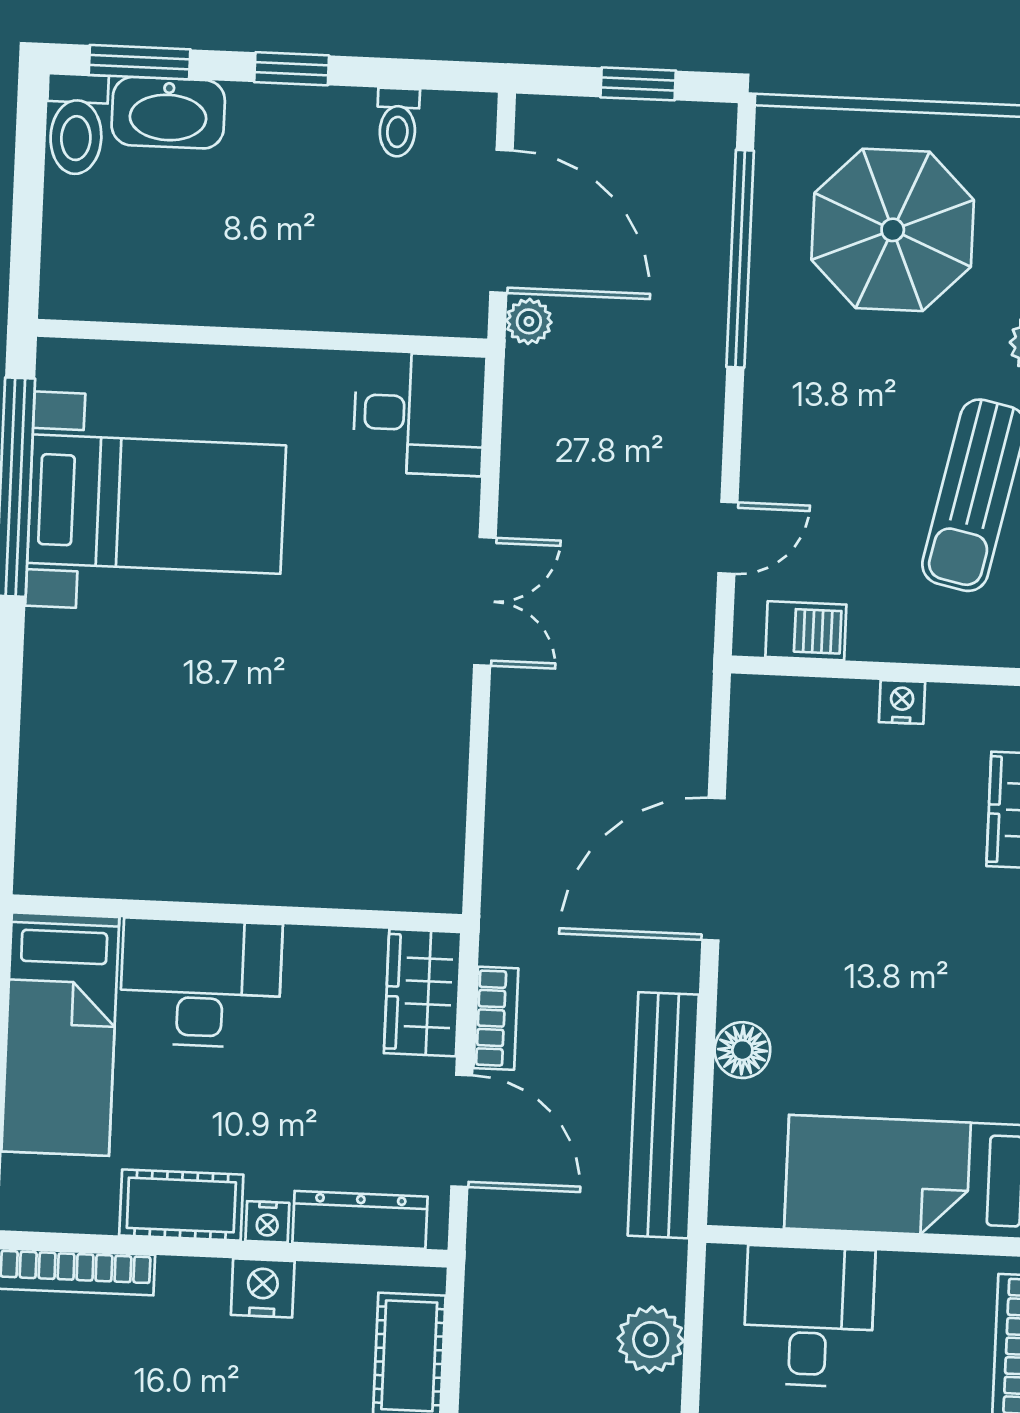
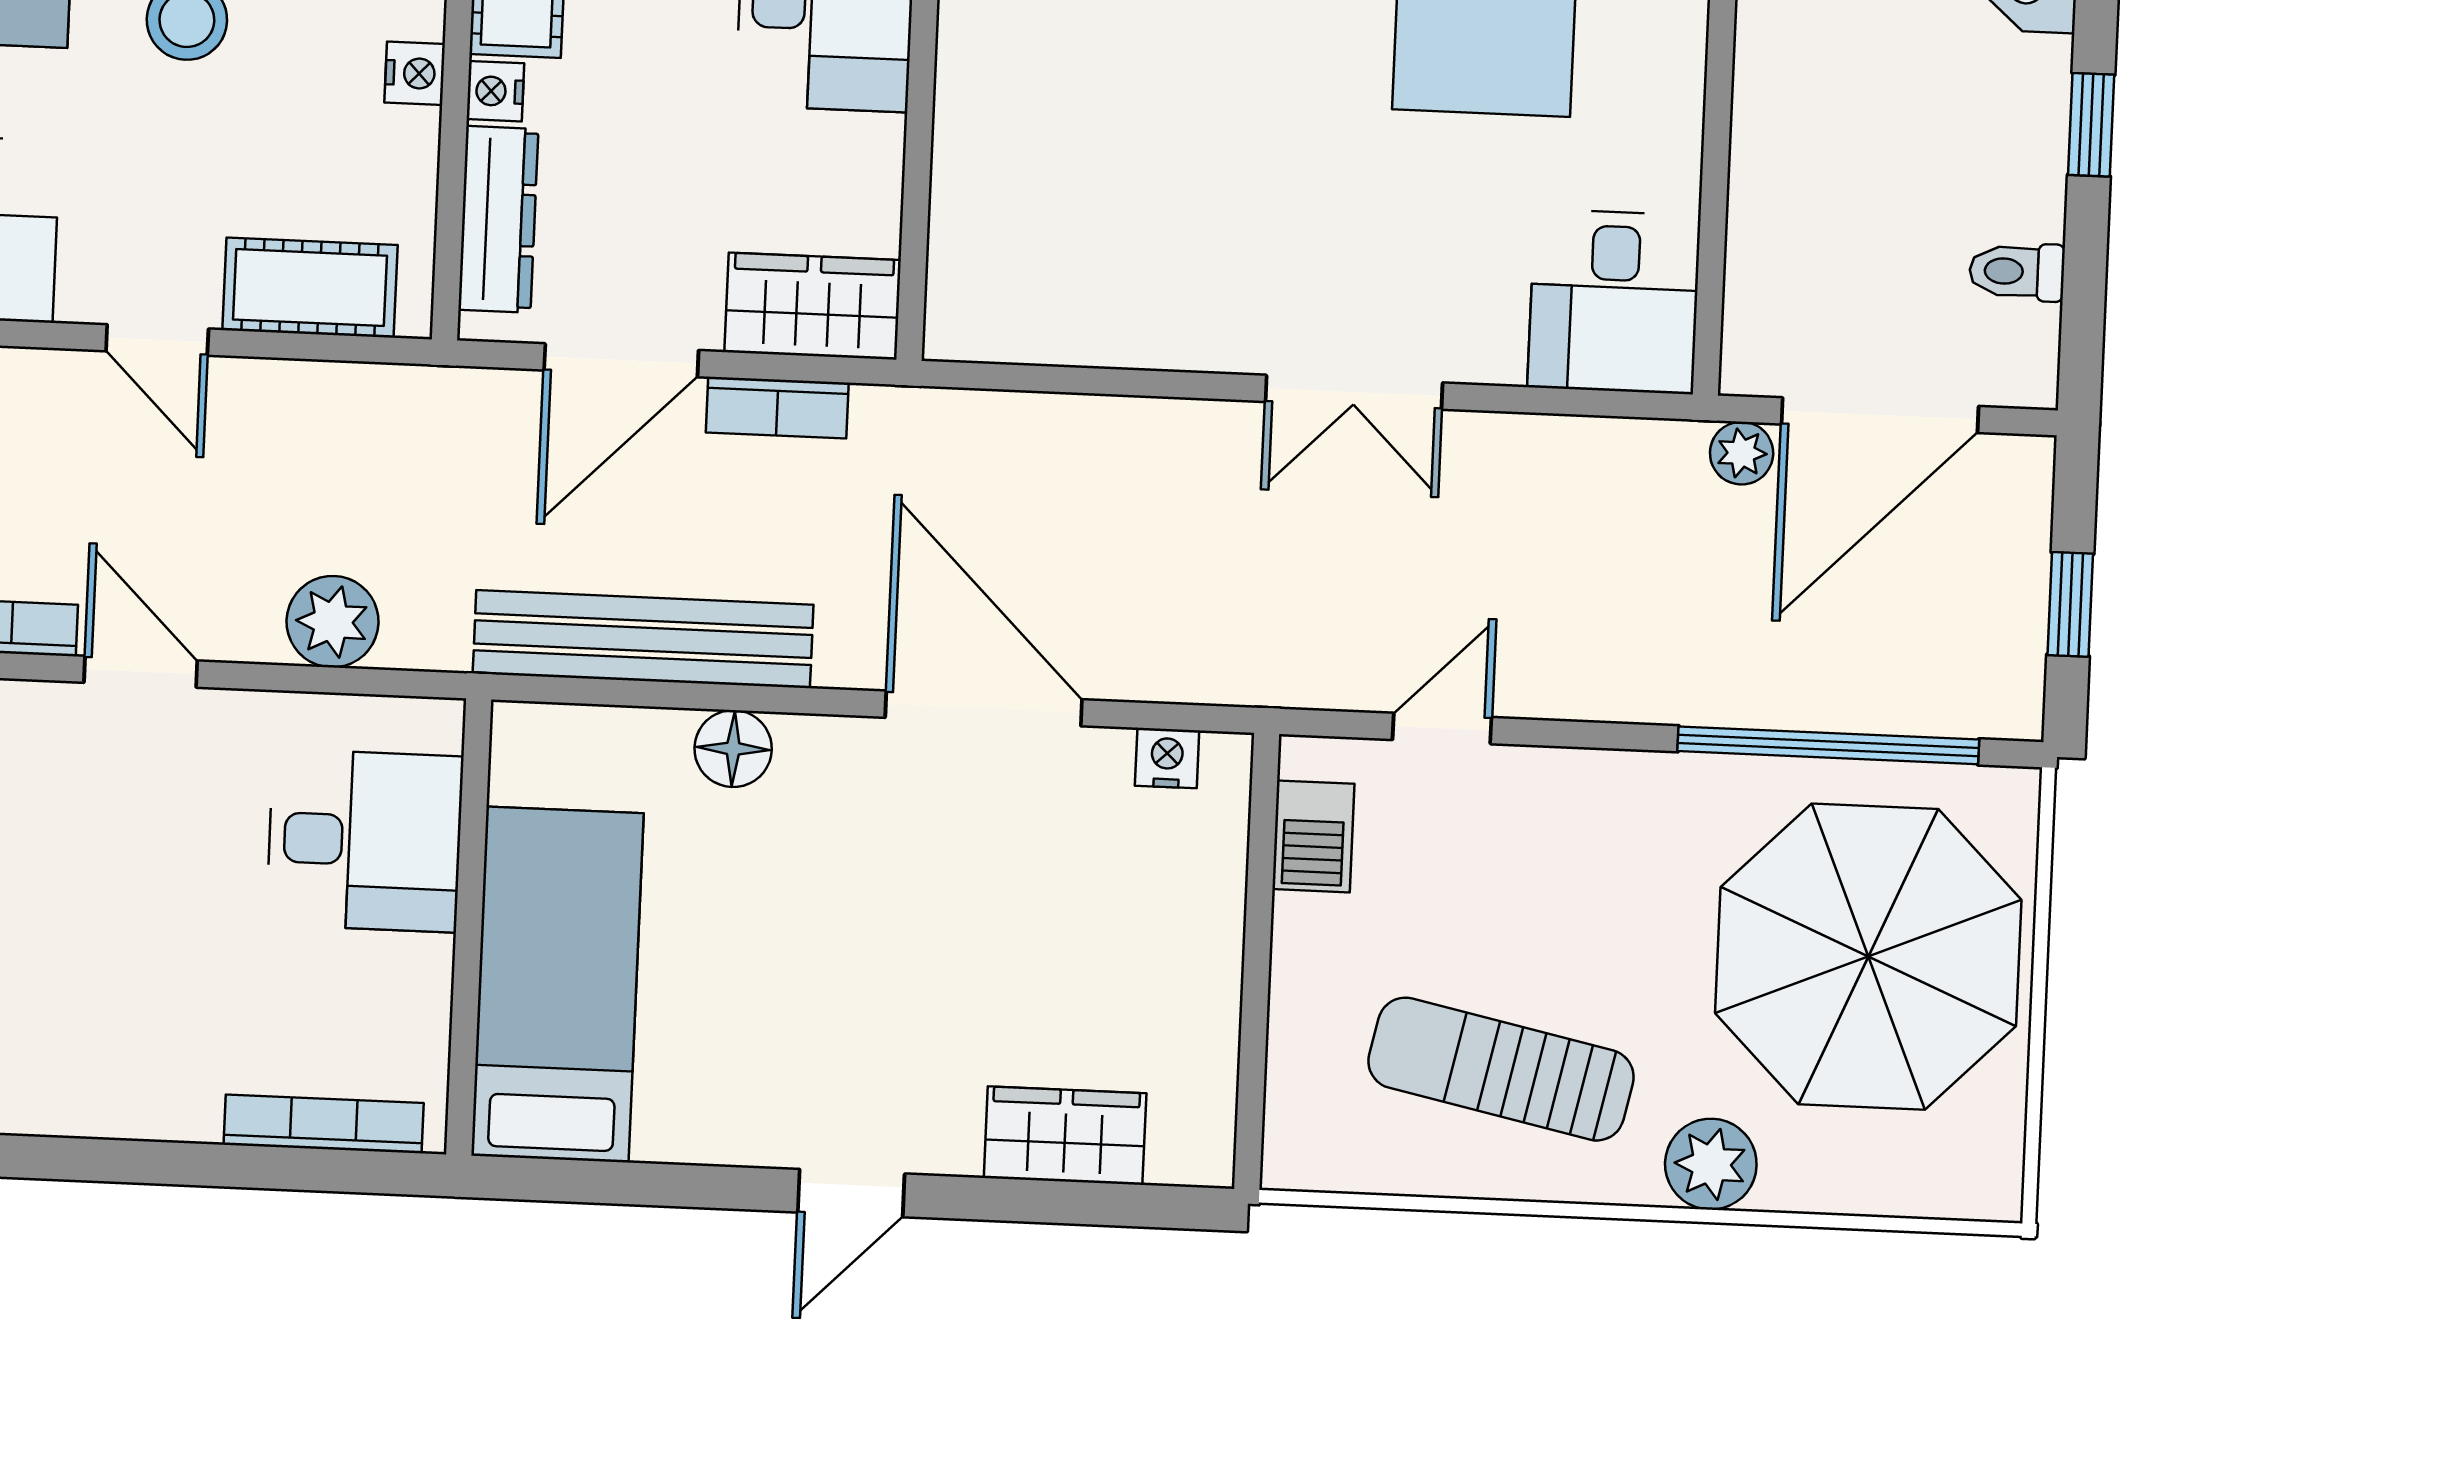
parasol: (893, 230) -> (1868, 957), width x1.36, depth x1.36
door: (728, 538) -> (1442, 728), swing flipped
nightstand: (902, 702) -> (1167, 758), moved, turned -90
nightstand: (263, 1288) -> (415, 73), width x0.72, depth x0.74

